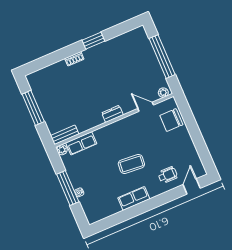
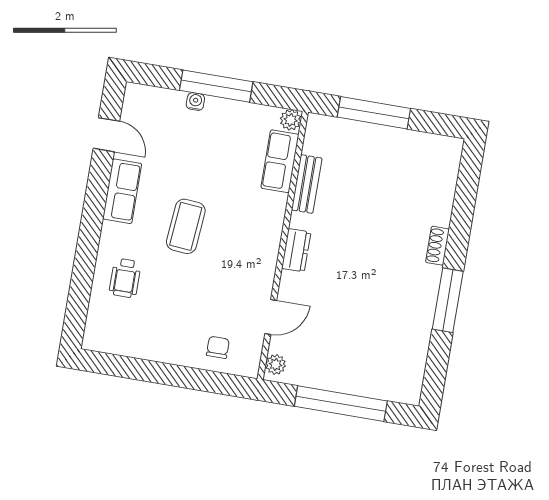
window: (93, 41) -> (448, 300), width x1.44
window: (33, 108) -> (374, 113), moved
chair: (171, 120) -> (218, 347), width x0.54, depth x0.54
bench: (65, 135) -> (307, 184), moved
door: (192, 186) -> (106, 135), moved

